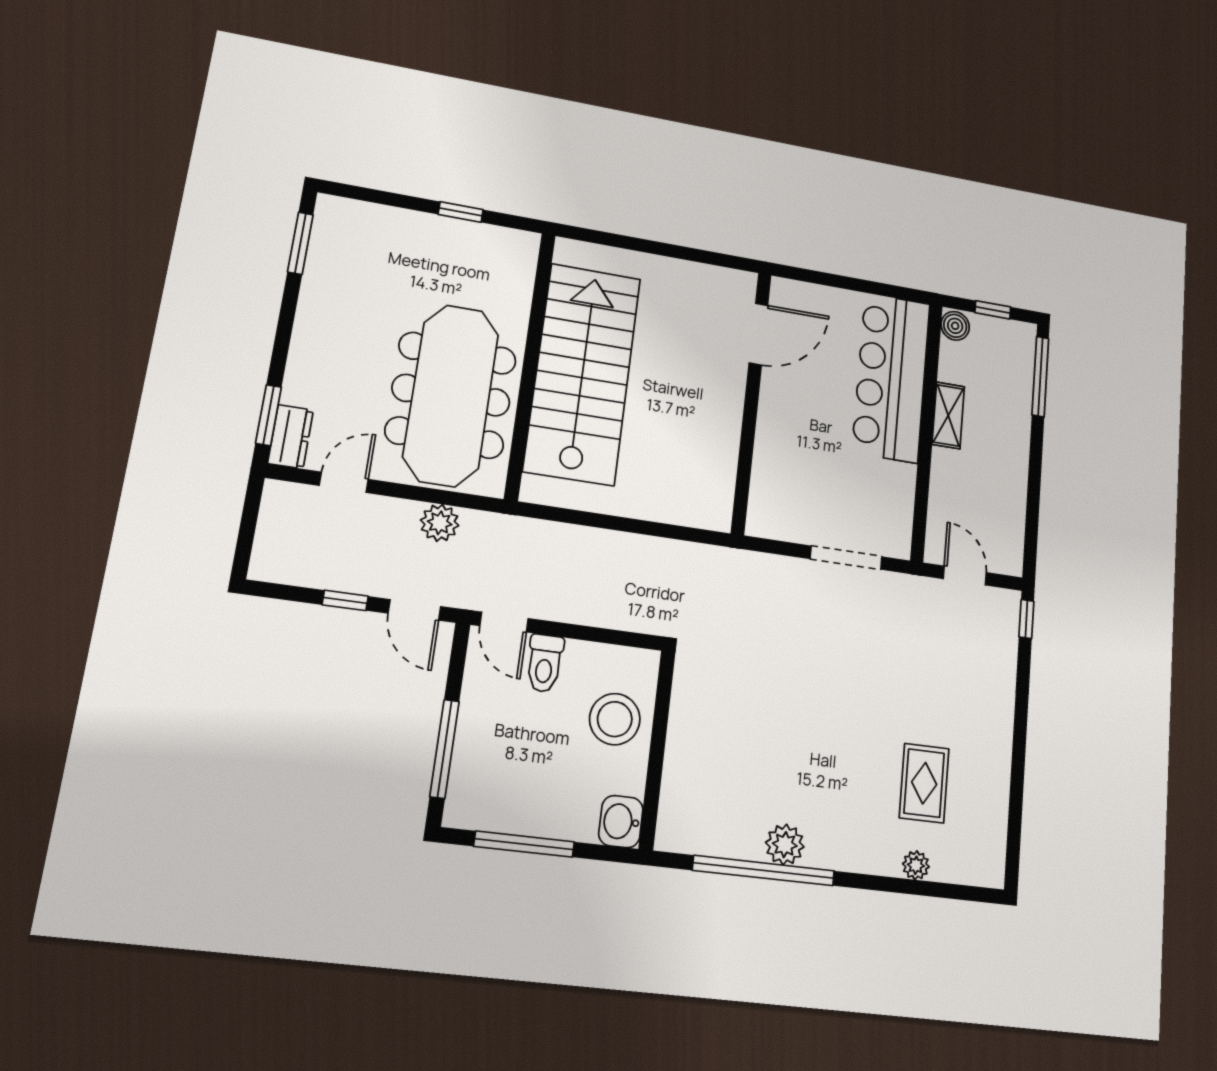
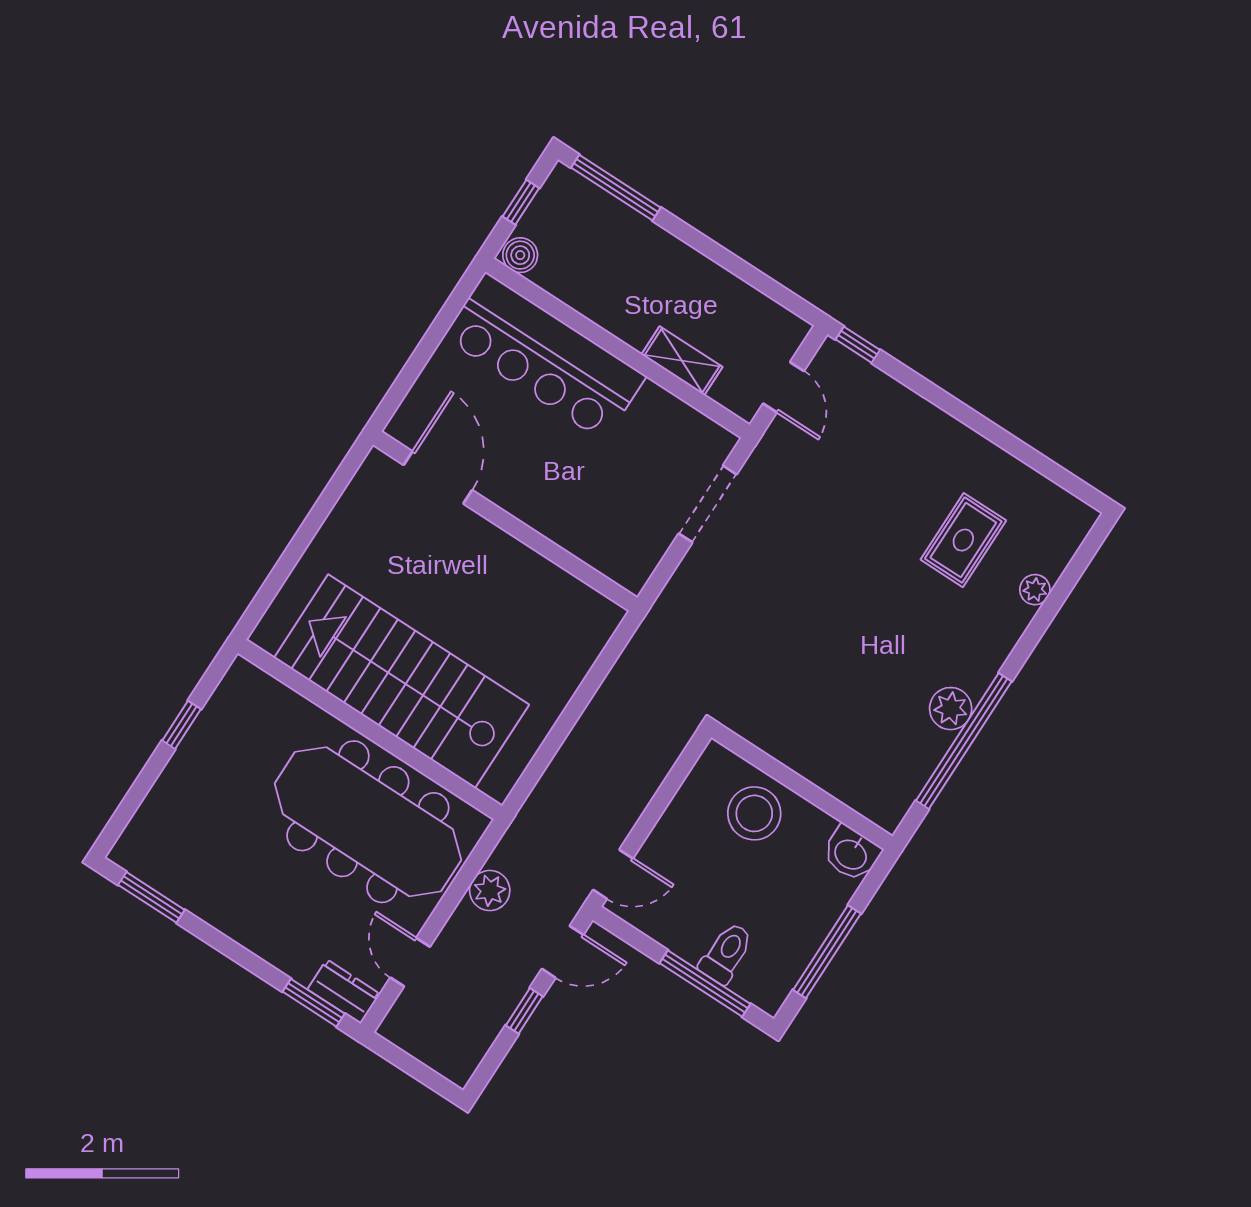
shelving: (948, 415) -> (682, 361), moved
door: (965, 576) -> (783, 387), swing flipped
toilet: (545, 663) -> (726, 953), moved, turned -90
rug: (924, 783) -> (963, 540), turned 90

